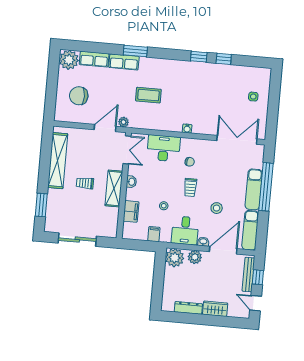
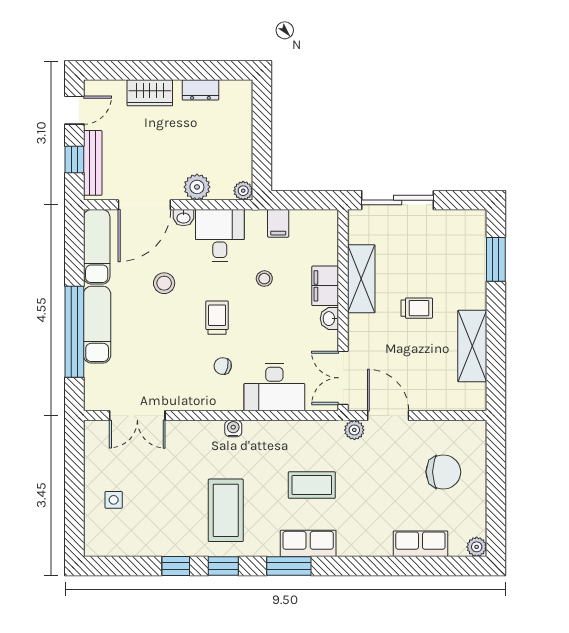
window: (135, 51) -> (289, 566), moved
plant: (69, 60) -> (477, 547), width x0.53, depth x0.53
row of seats: (124, 62) -> (308, 543), moved
coffee table: (195, 86) -> (226, 510), added
door: (105, 128) -> (388, 415), swing flipped
double door: (237, 140) -> (137, 415), width x0.73
shelving: (58, 161) -> (472, 346), width x0.68
shelving: (114, 188) -> (361, 279), moved
filing cabinet: (131, 211) -> (325, 286), moved
sliding door: (77, 240) -> (398, 200), moved
plant: (175, 258) -> (243, 191), width x0.53, depth x0.53
door: (256, 303) -> (74, 110), hinge flipped
dresser: (188, 308) -> (200, 90), width x0.70

